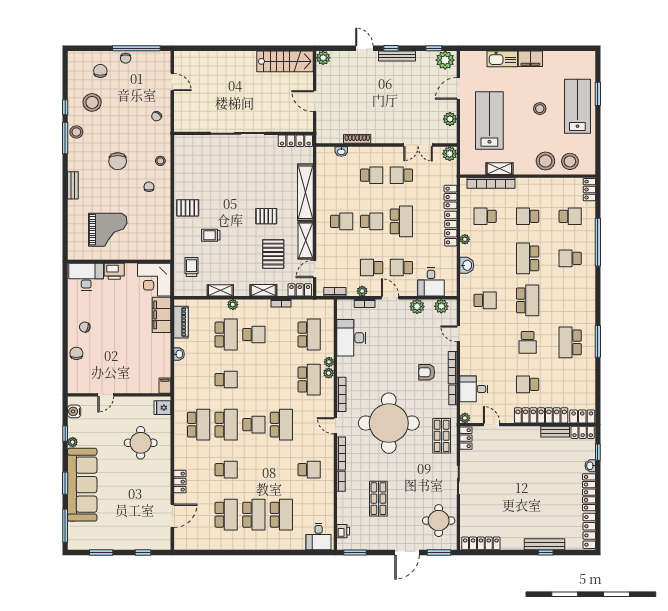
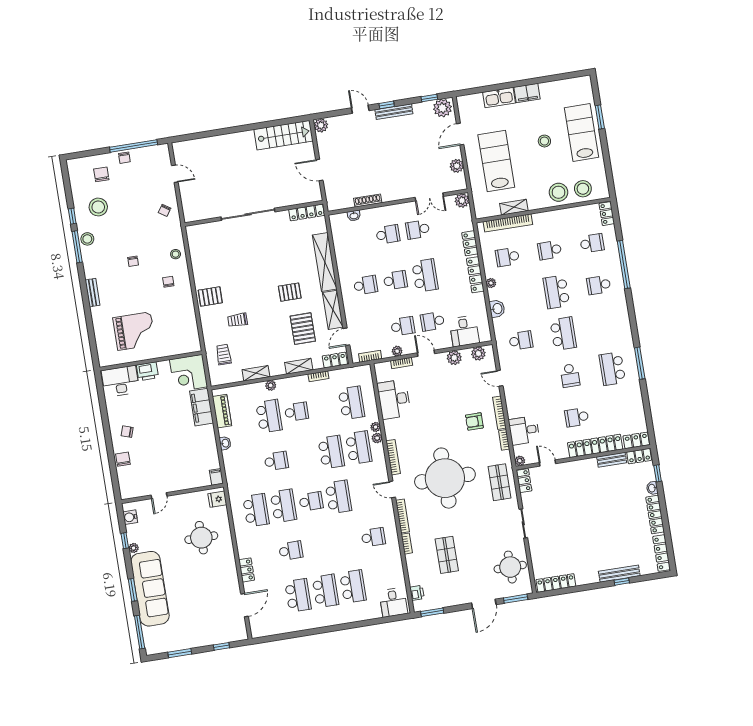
chair: (118, 161) -> (133, 261), width x0.54, depth x0.54
school desk: (372, 268) -> (403, 326), turned 180
school desk: (281, 380) -> (331, 452), added

